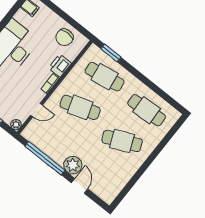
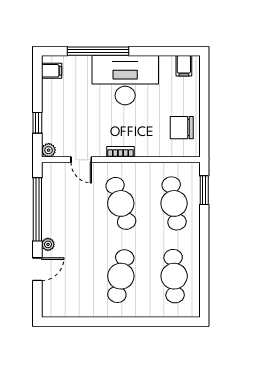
printer: (60, 66) -> (148, 147), removed
cafe table: (122, 141) -> (121, 276), turned 36
plant: (73, 165) -> (48, 244), width x0.53, depth x0.53

